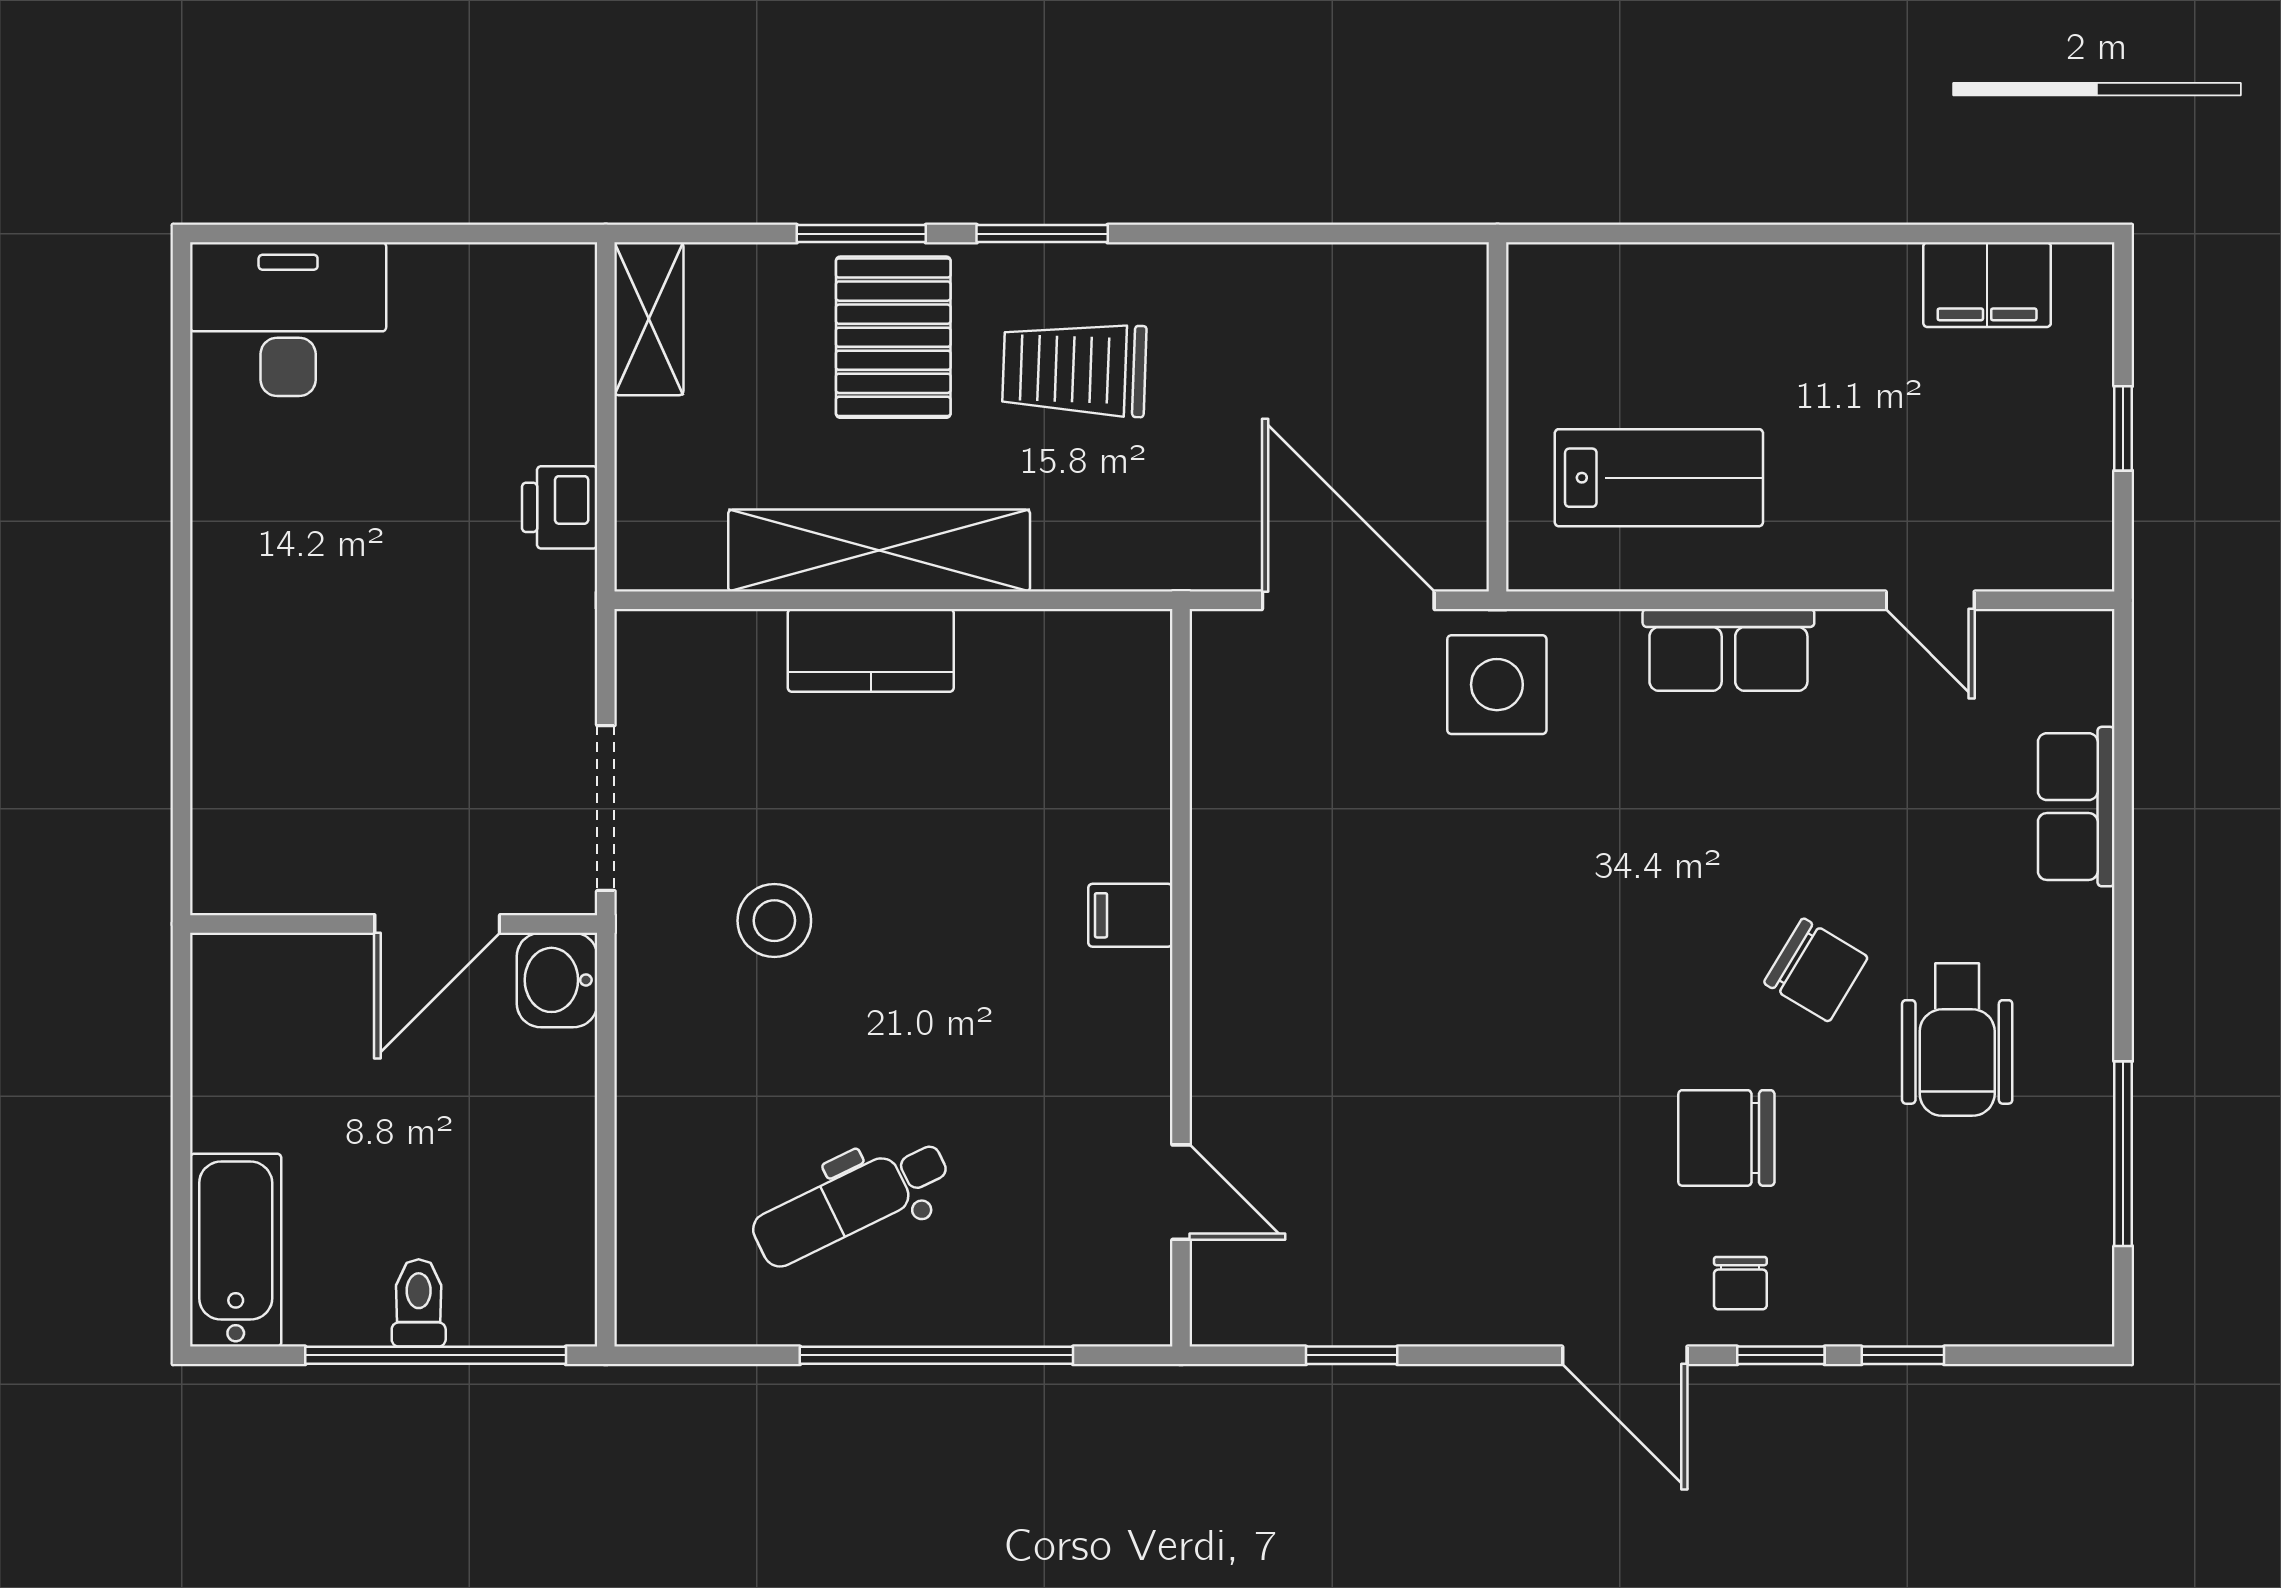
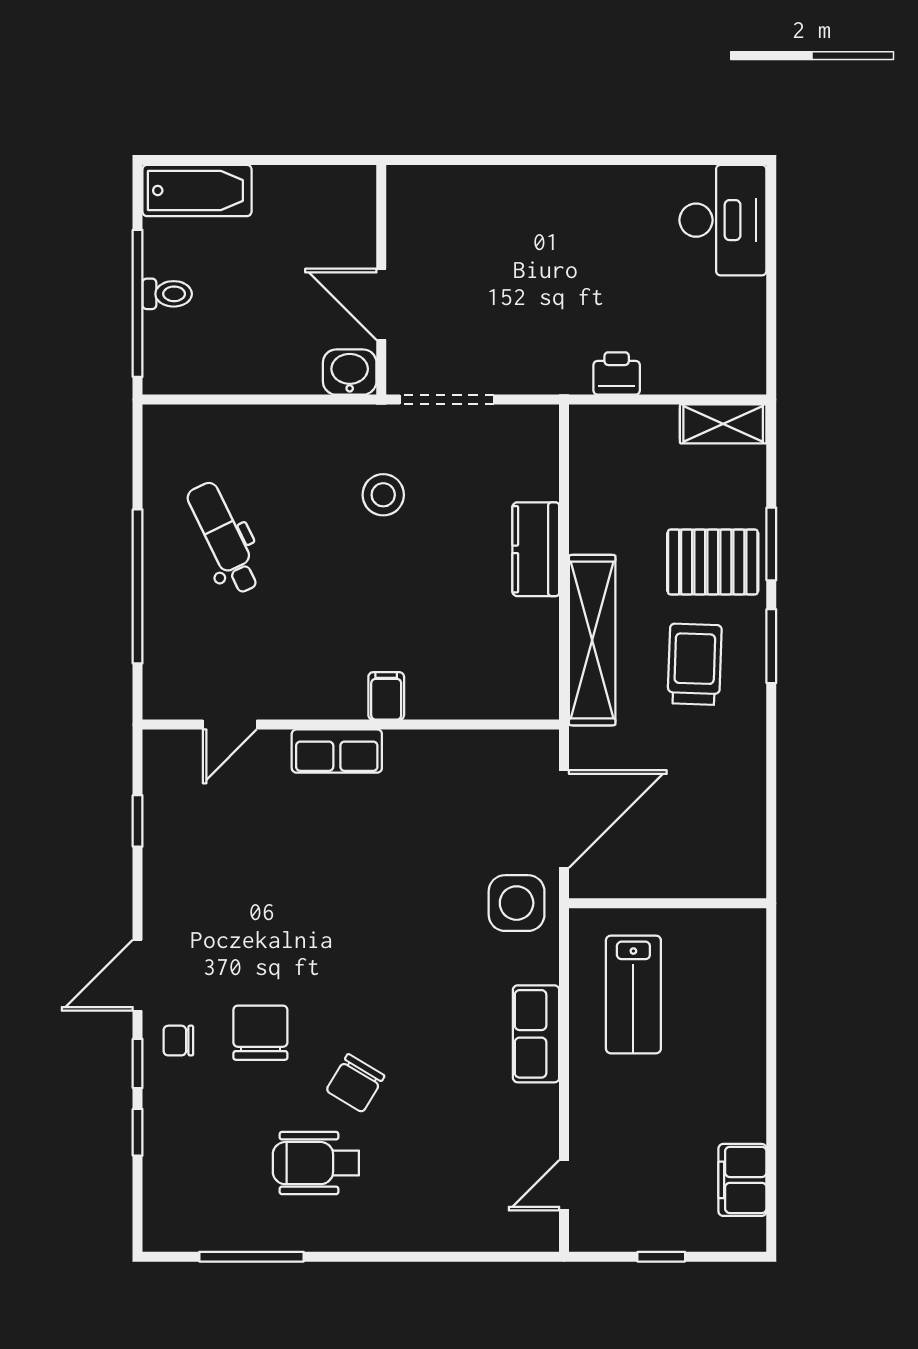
shelving: (879, 551) -> (592, 640), moved
door: (1930, 600) -> (564, 1185), moved
row of seats: (2076, 807) -> (337, 751), moved, turned 180

